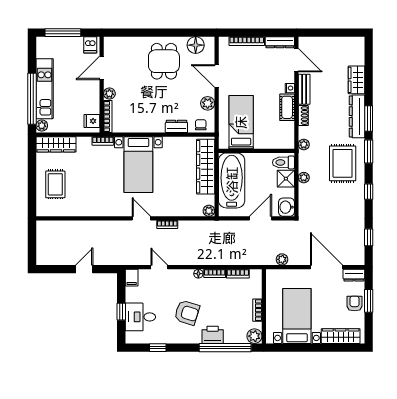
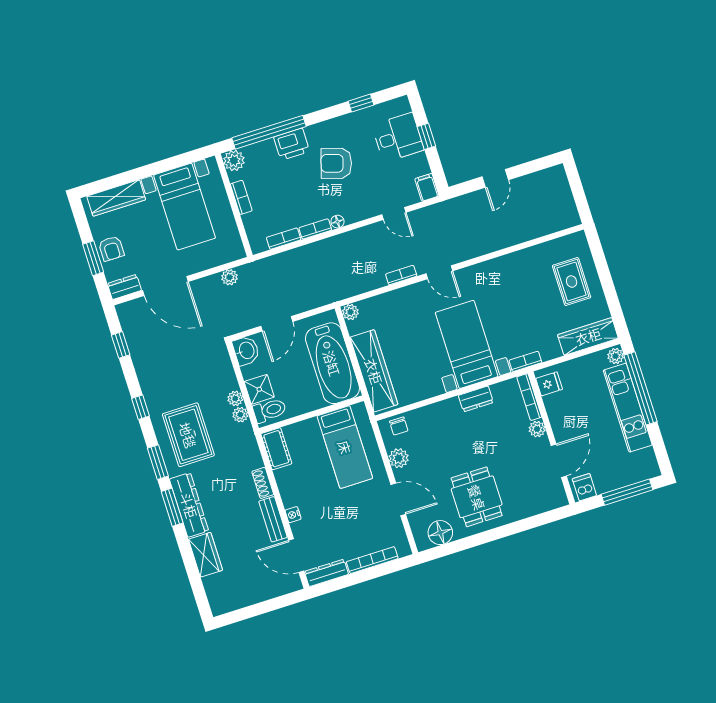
cot: (287, 107) -> (276, 449), moved
dresser: (176, 126) -> (476, 399), moved
plant: (304, 144) -> (240, 415), moved

